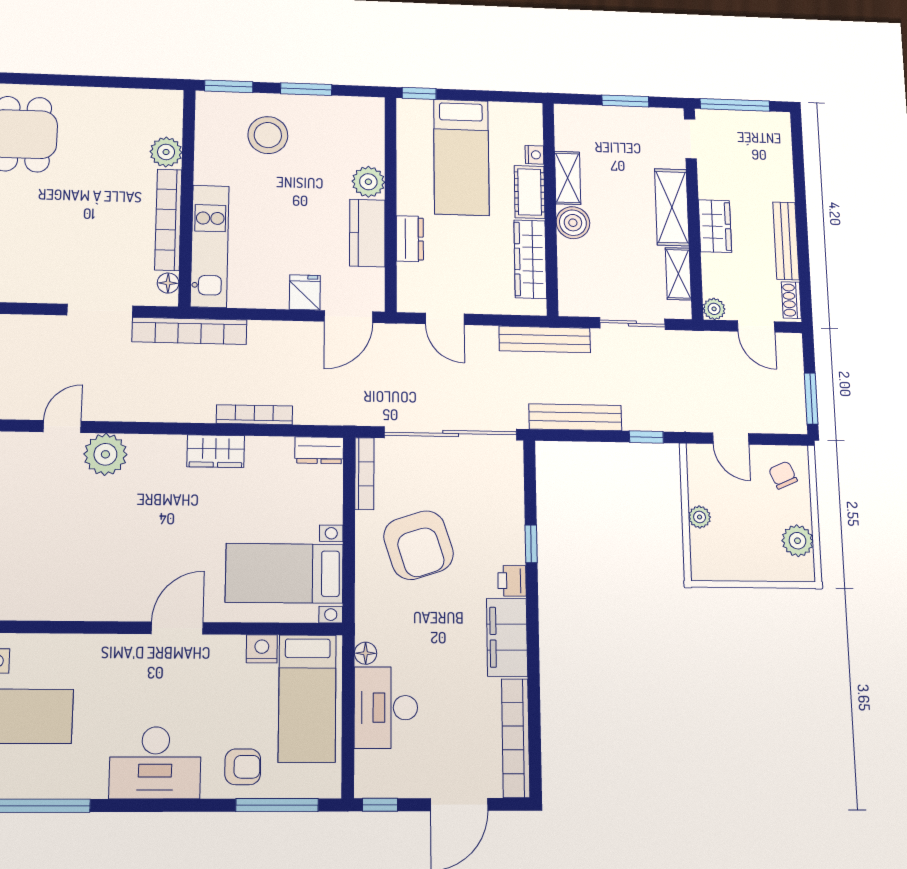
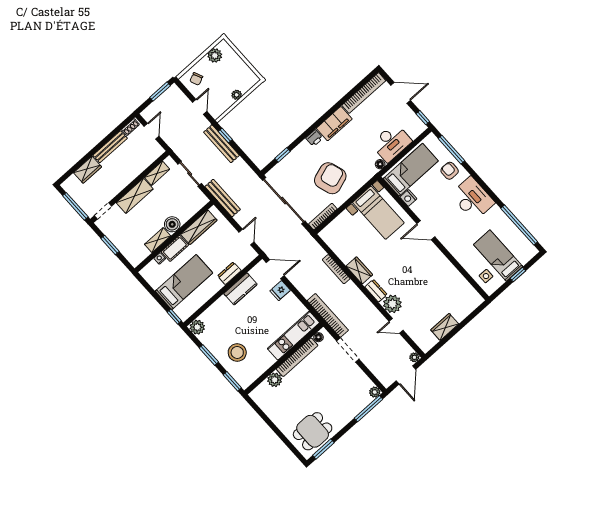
plant: (368, 182) -> (197, 327), moved
wardrobe: (715, 226) -> (88, 170), moved, turned 180
plant: (714, 309) -> (158, 151), removed
bench: (575, 417) -> (222, 144), moved
dresser: (319, 450) -> (376, 291), moved
window: (531, 544) -> (282, 155), moved

